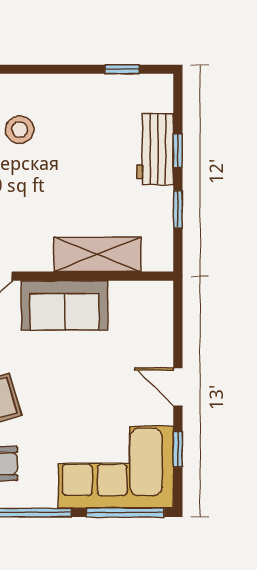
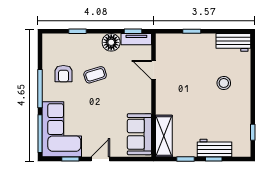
shelving: (97, 254) -> (164, 136), moved
sofa: (64, 305) -> (139, 134), moved

